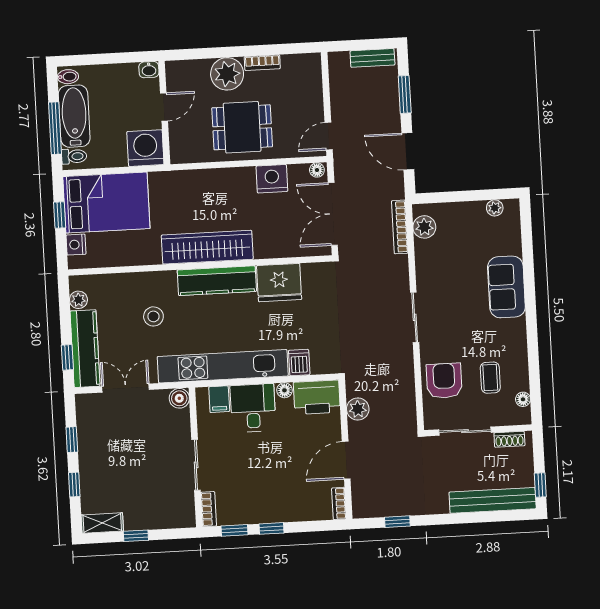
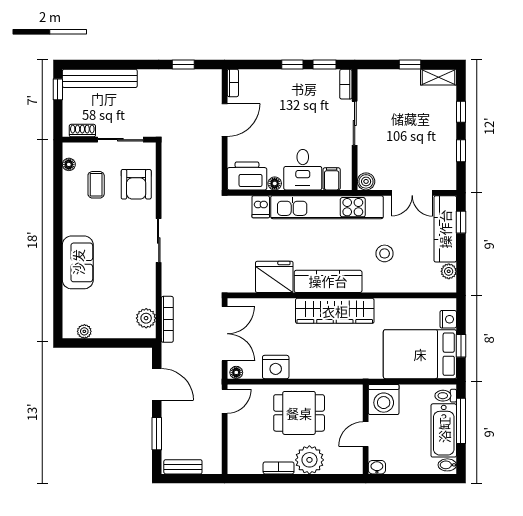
plant: (358, 409) -> (212, 164), removed

